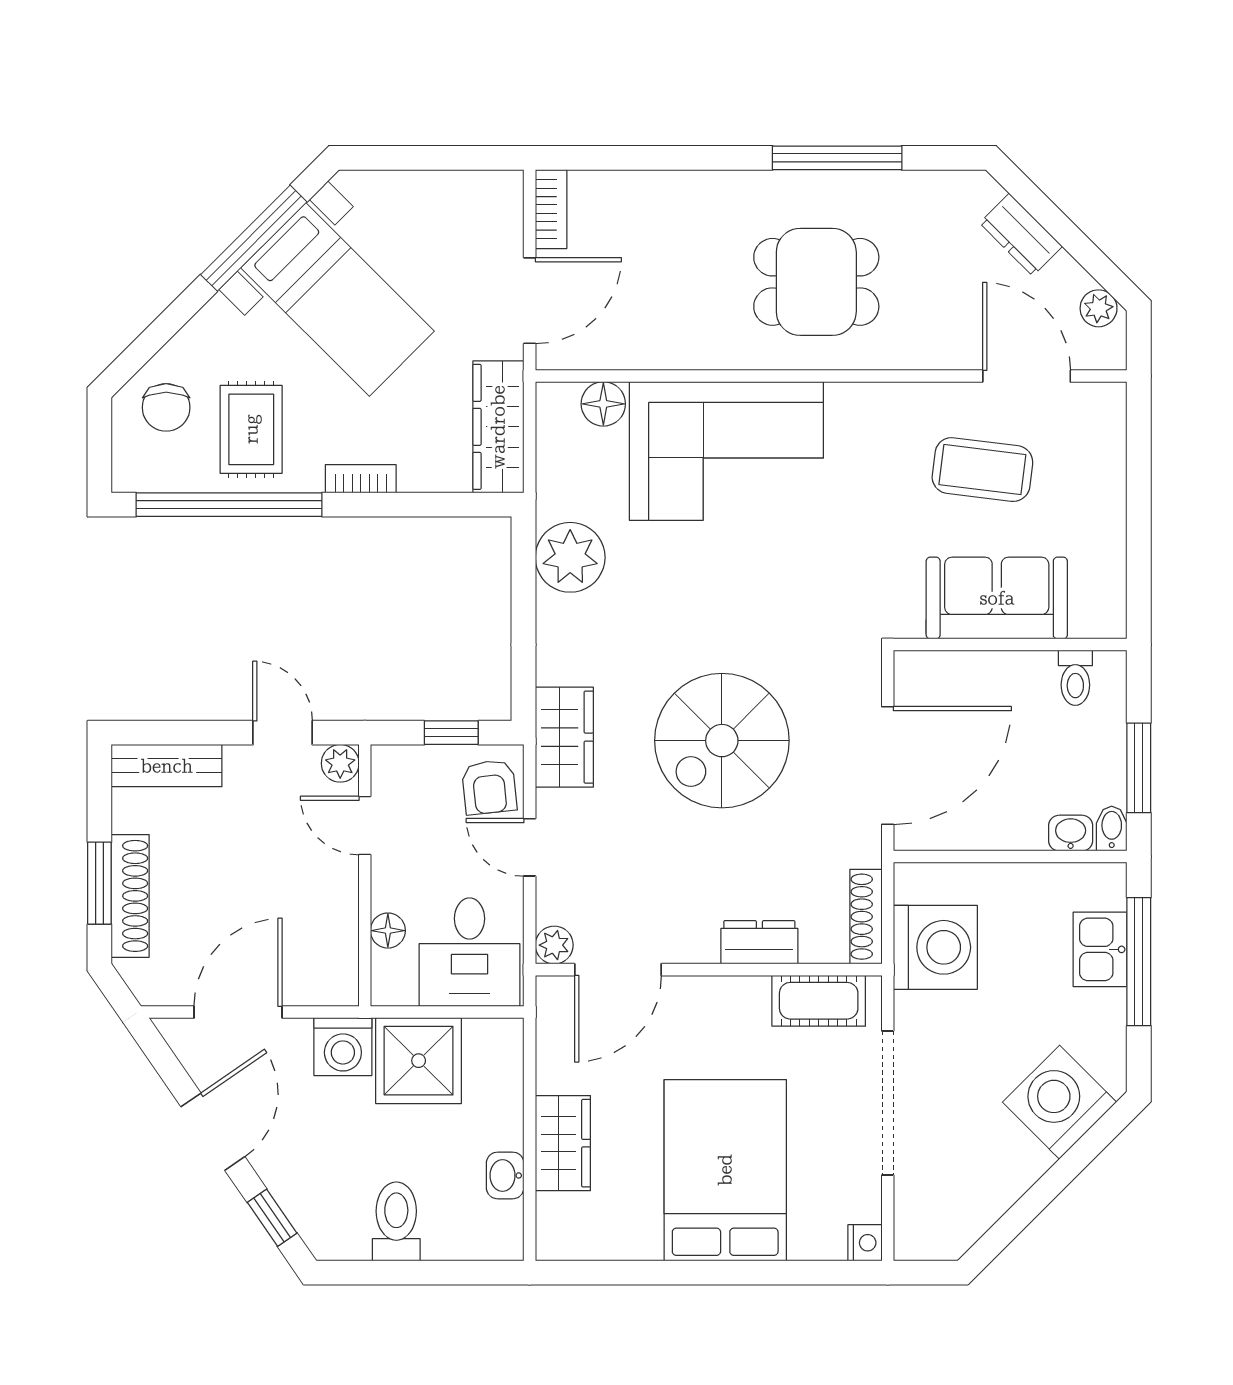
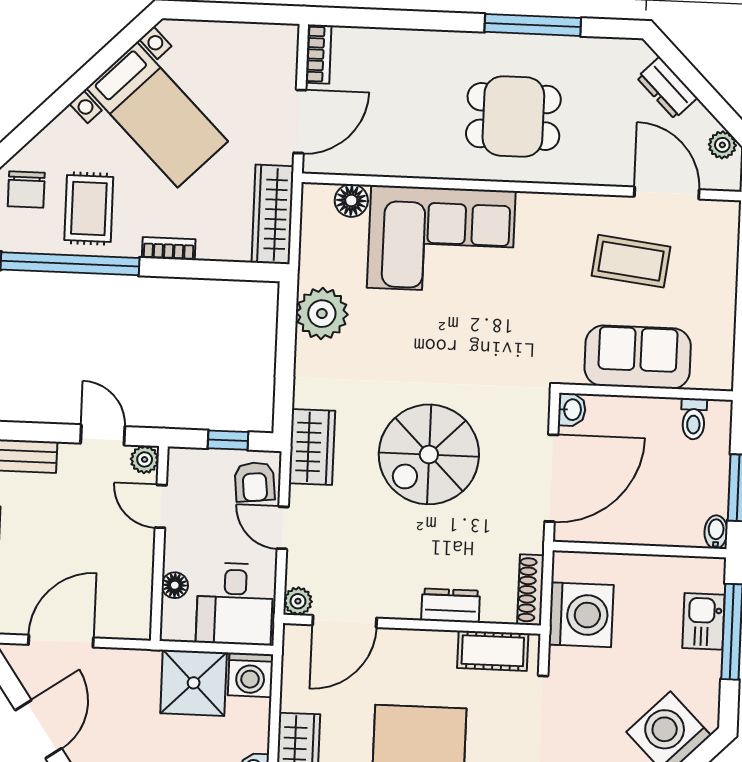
window: (254, 238) -> (97, 66), removed
washbasin: (1071, 833) -> (572, 410), moved, turned 90
washing machine: (343, 1047) -> (250, 675), moved

